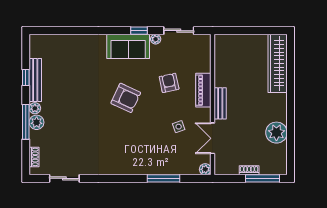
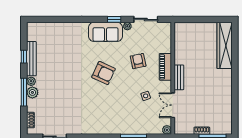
plant: (276, 133) -> (224, 101), removed

